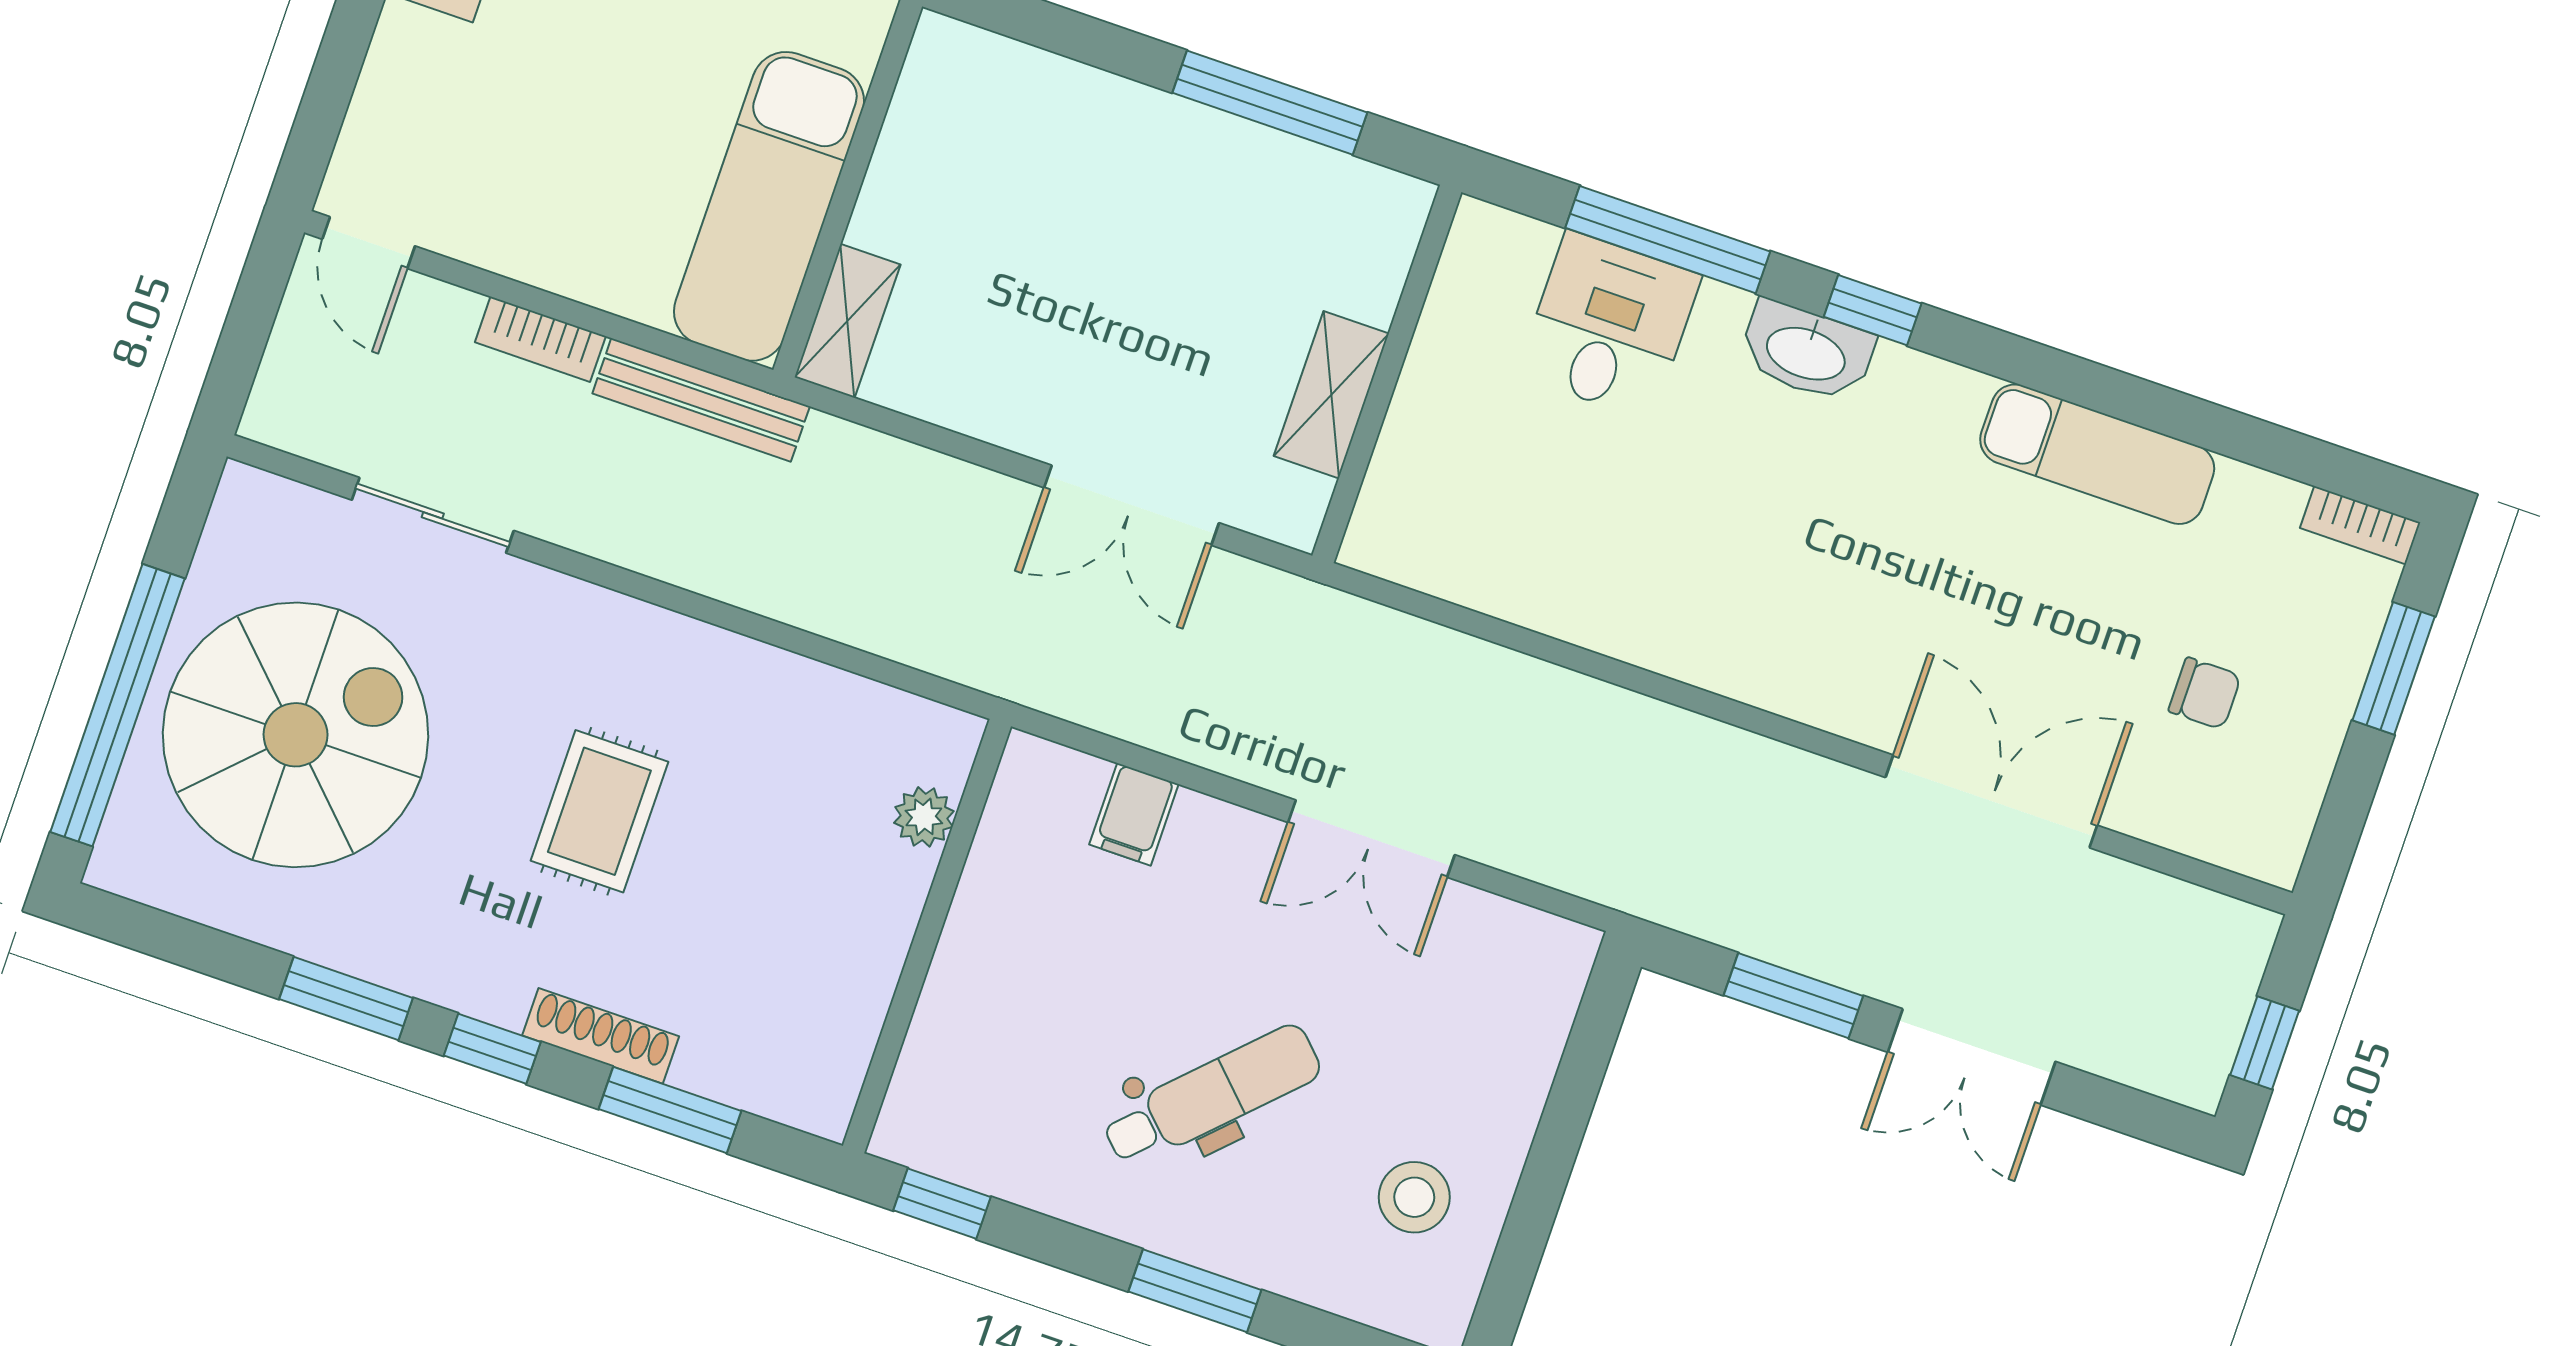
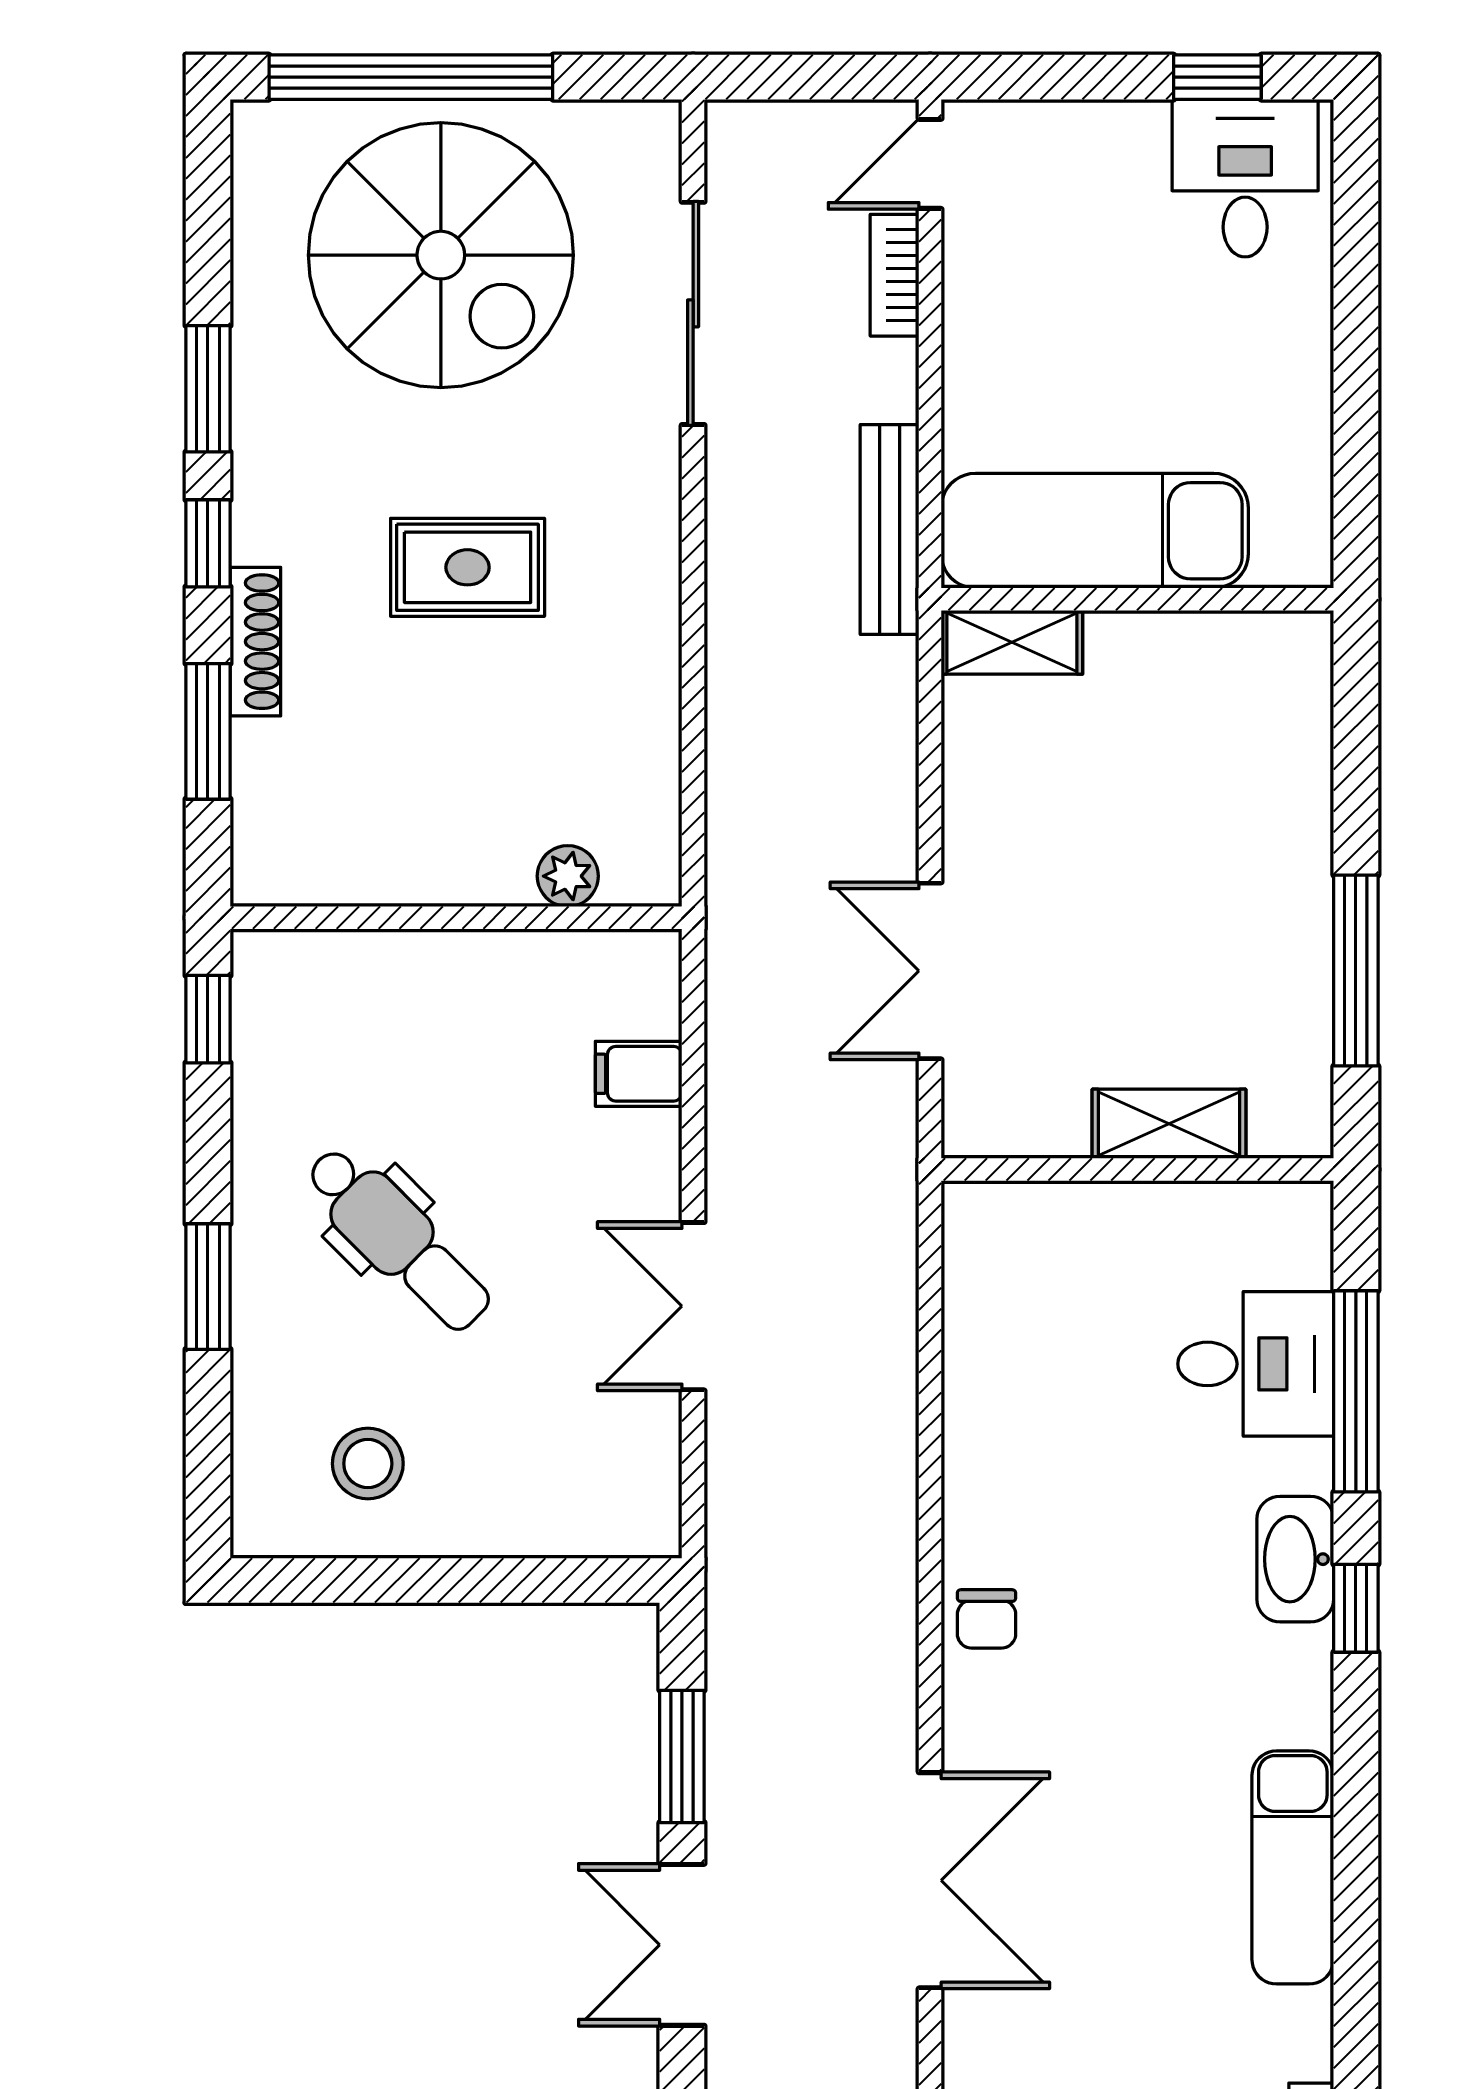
bookcase: (540, 339) -> (895, 275), moved
shelving: (1331, 395) -> (1169, 1124), moved
sliding door: (433, 515) -> (693, 313), width x1.37
chair: (2205, 693) -> (987, 1619), moved

